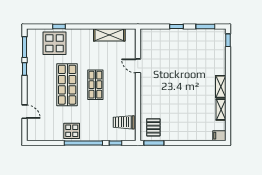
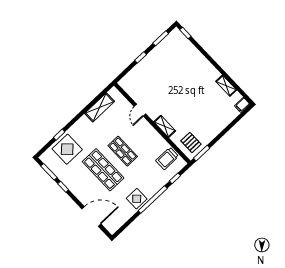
door: (138, 66) -> (140, 110), hinge flipped
shelving: (221, 87) -> (165, 126), moved
door: (25, 112) -> (91, 216), width x1.88

